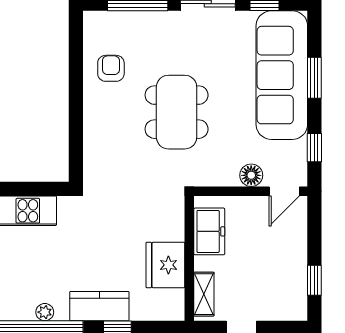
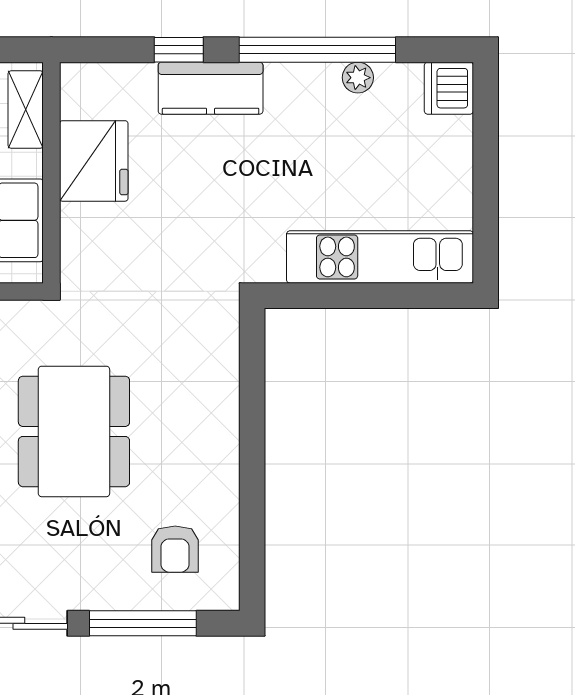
armchair: (111, 68) -> (175, 549), moved
plant: (45, 312) -> (358, 78), moved

